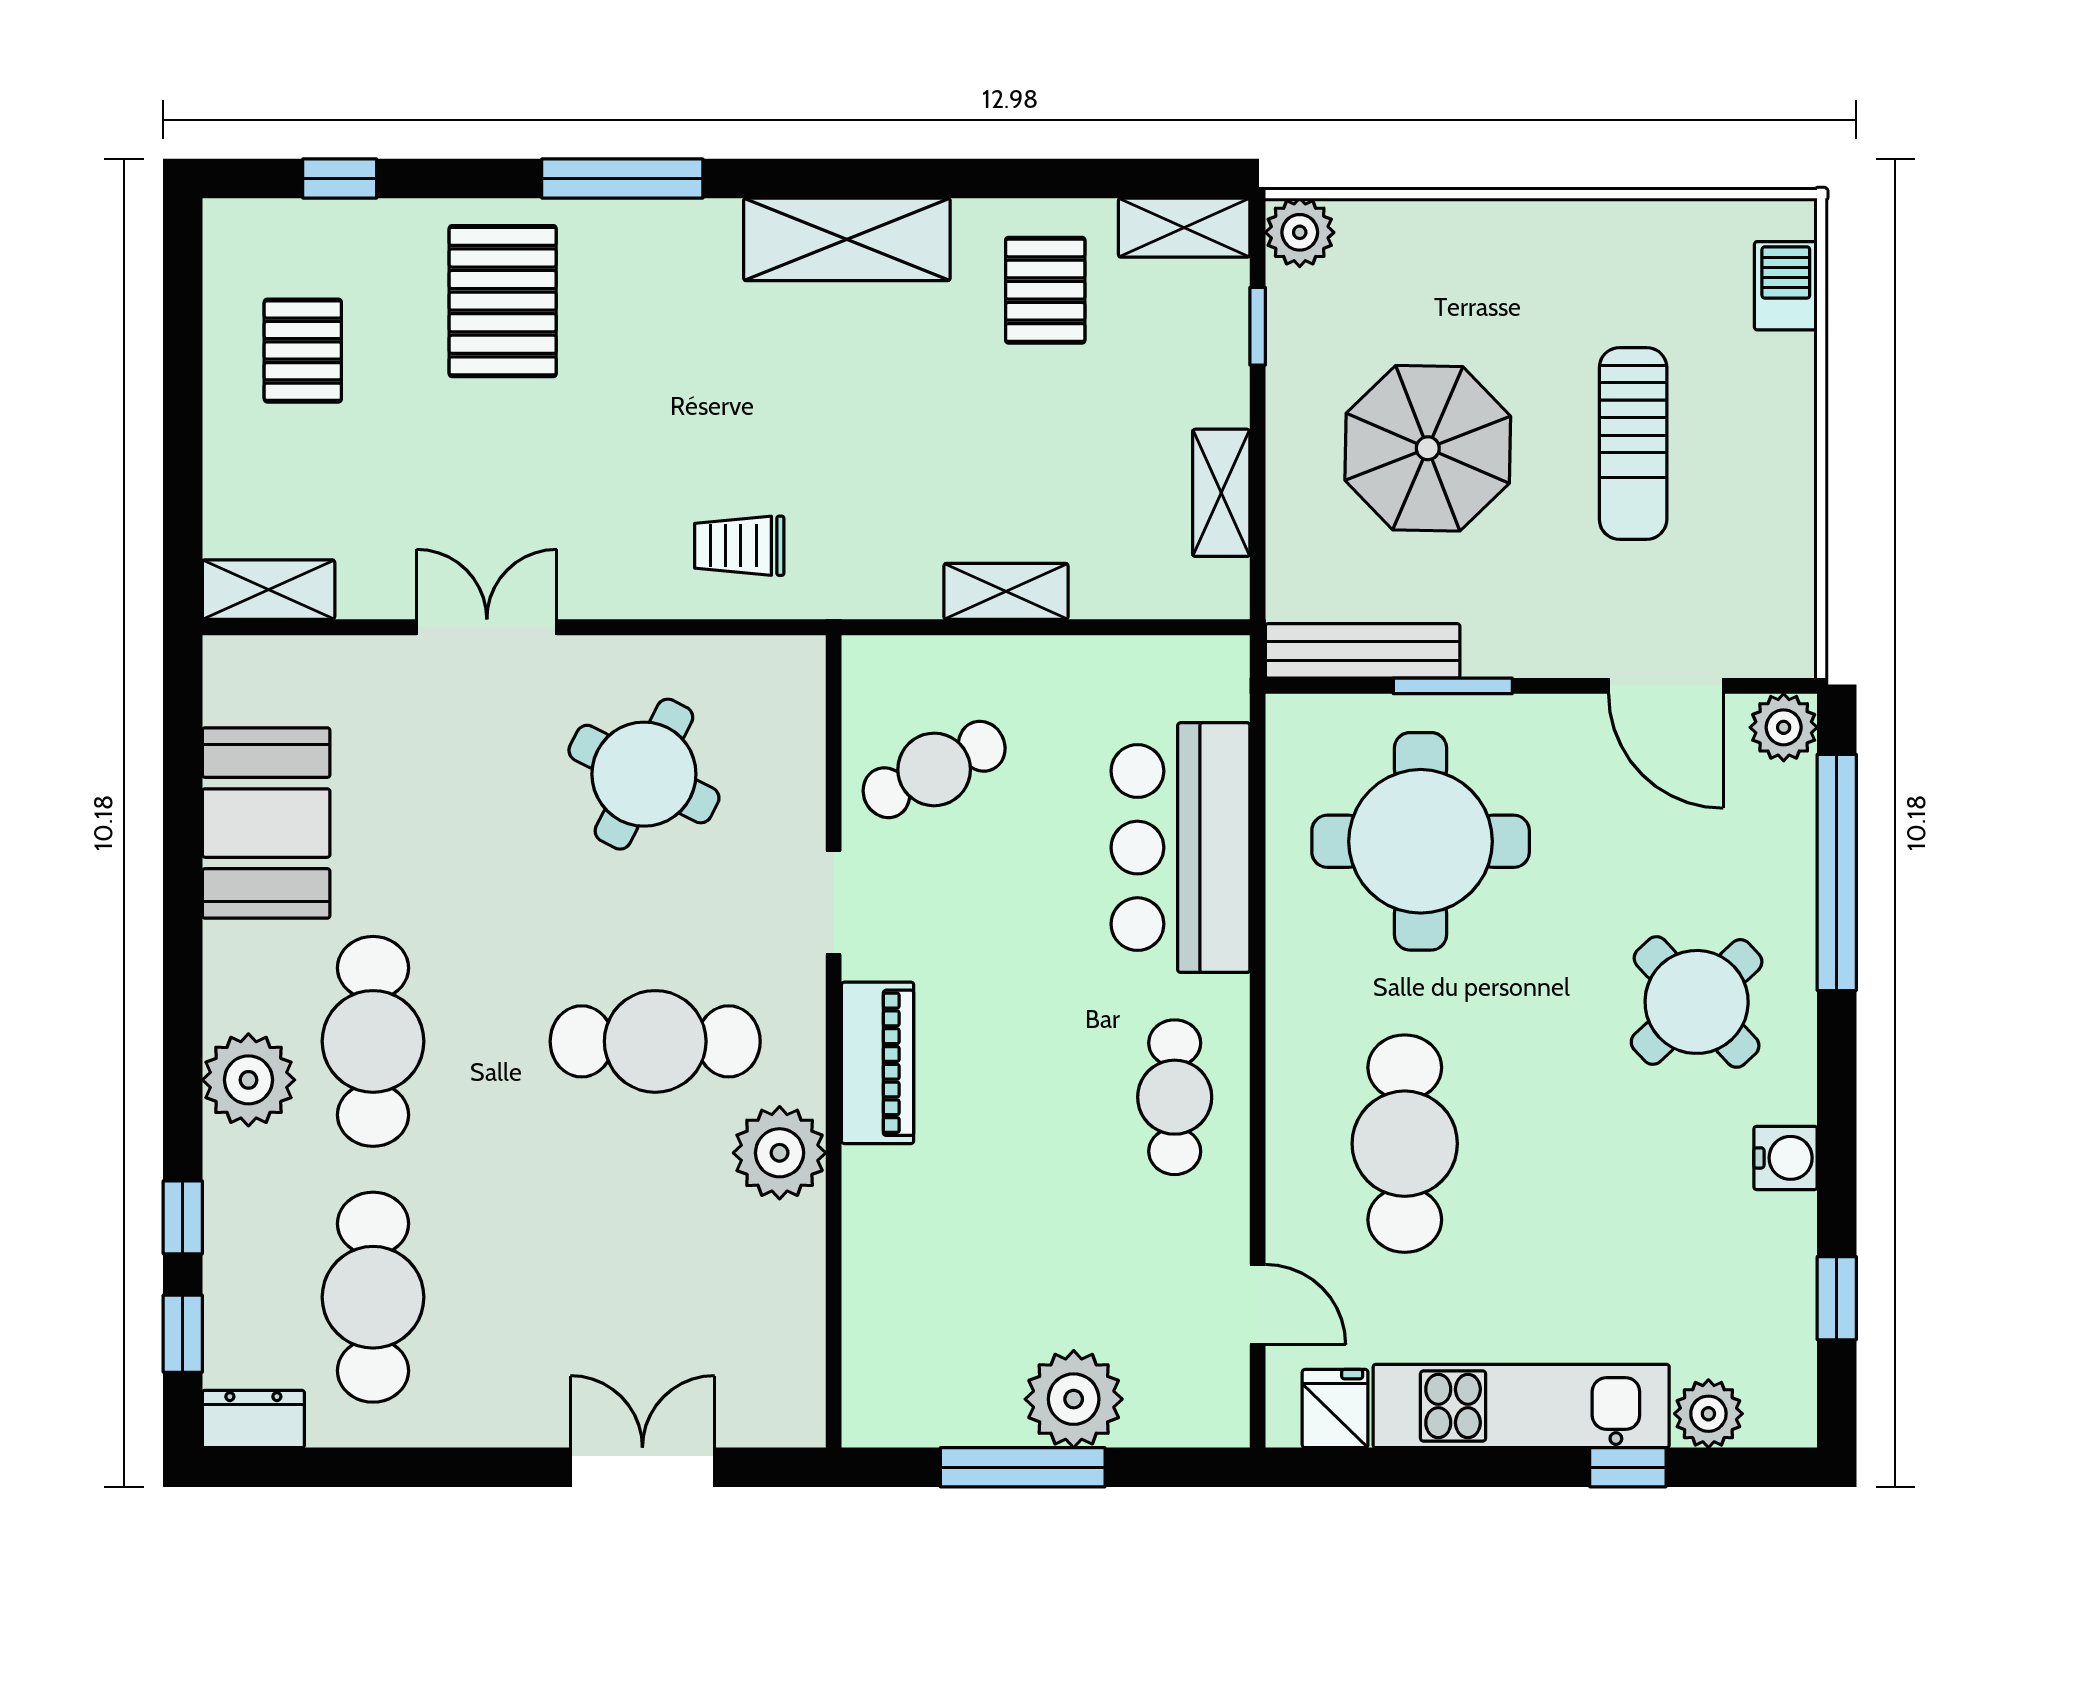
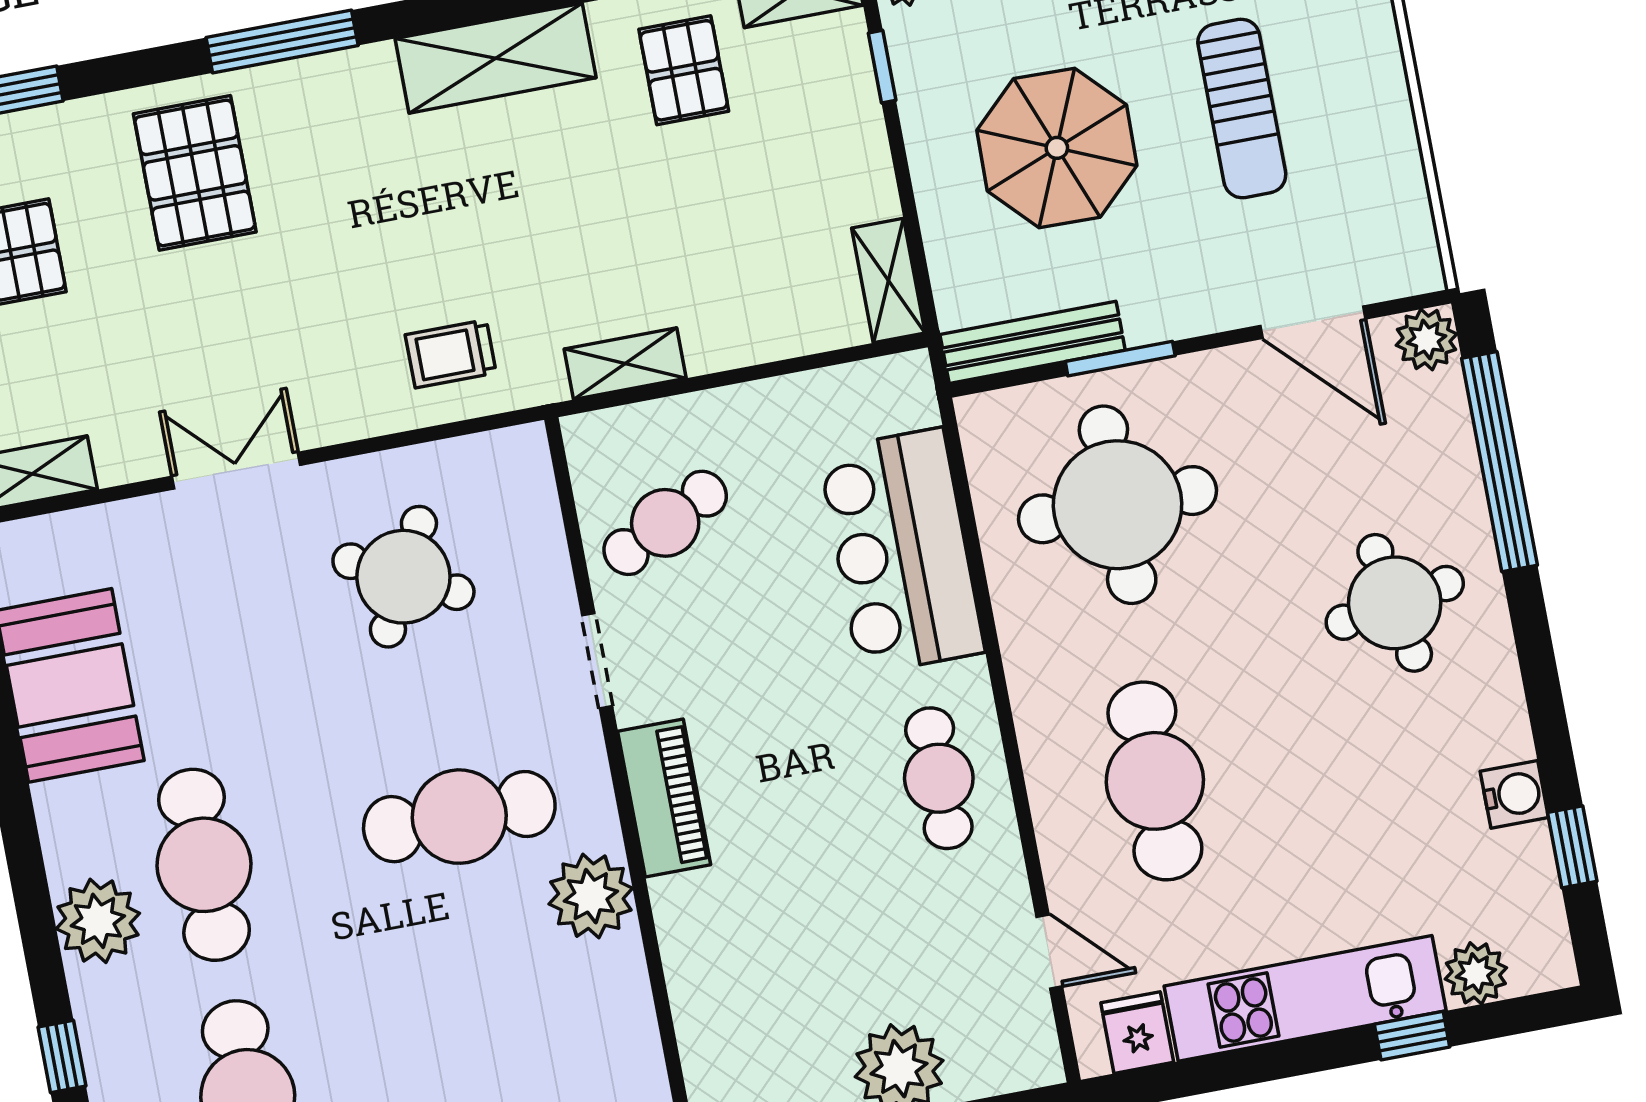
shelving: (1221, 493) -> (888, 280), moved
shelving: (1006, 591) -> (625, 364), moved
round table: (1697, 1002) -> (1395, 603), turned 33
water cooler: (1786, 1158) -> (1514, 794), moved

